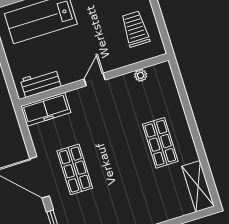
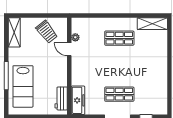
trolley: (135, 29) -> (47, 32), turned -128
door: (95, 80) -> (69, 49), moved

